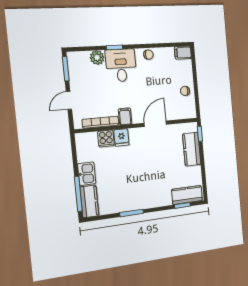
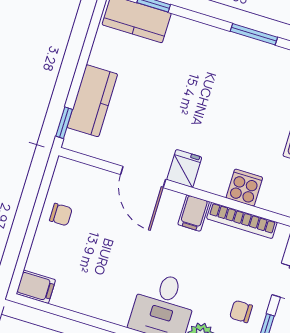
chair: (148, 55) -> (241, 312), moved
door: (155, 124) -> (143, 177), hinge flipped
fridge: (122, 137) -> (184, 169), moved

